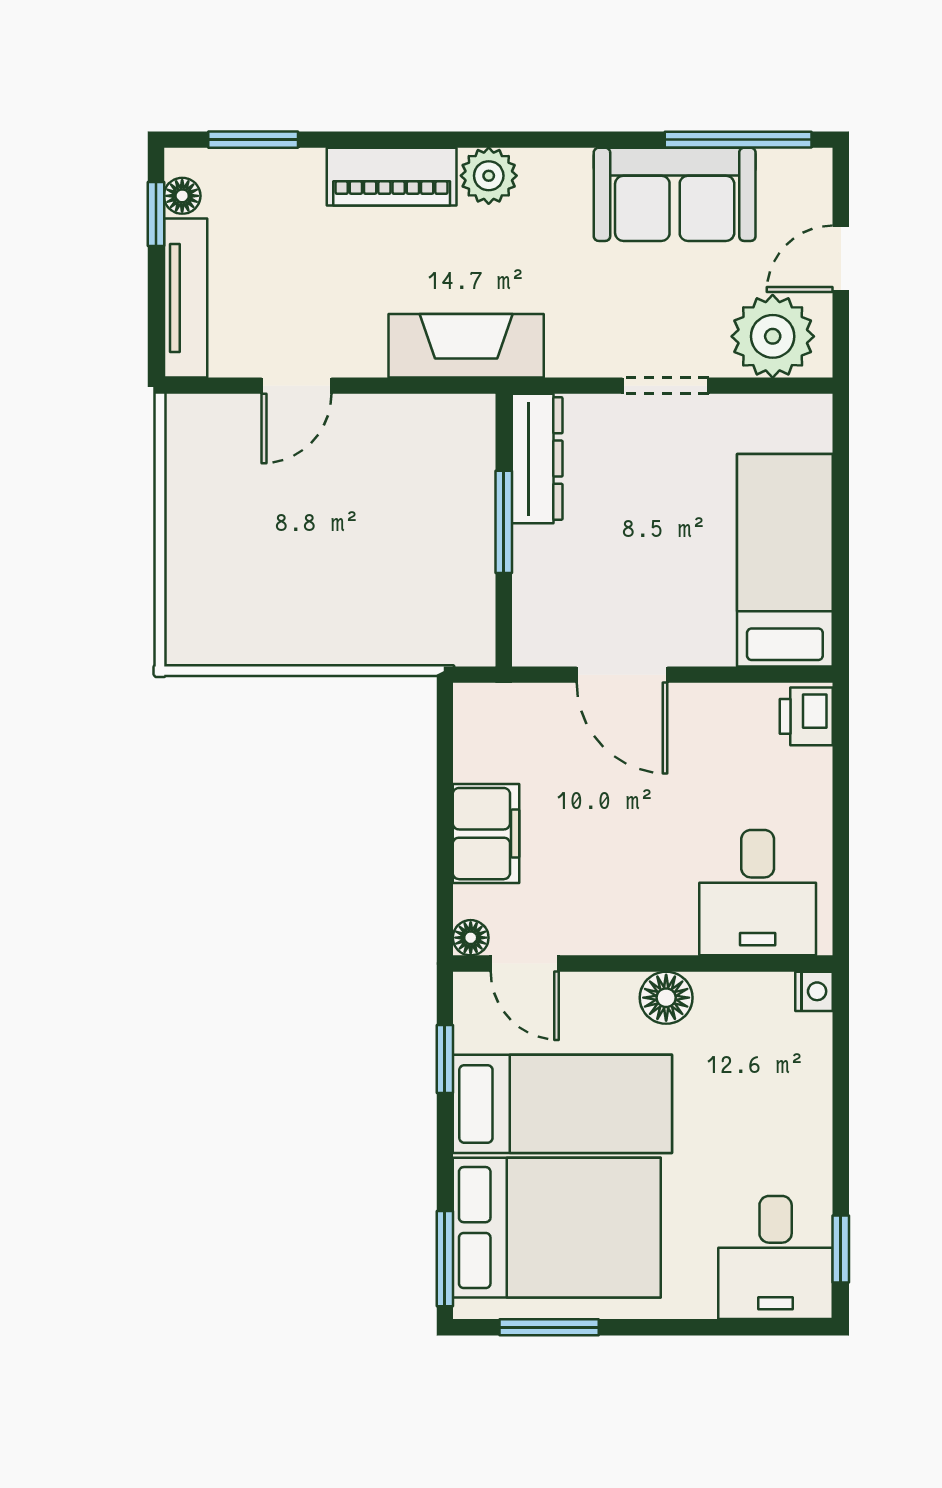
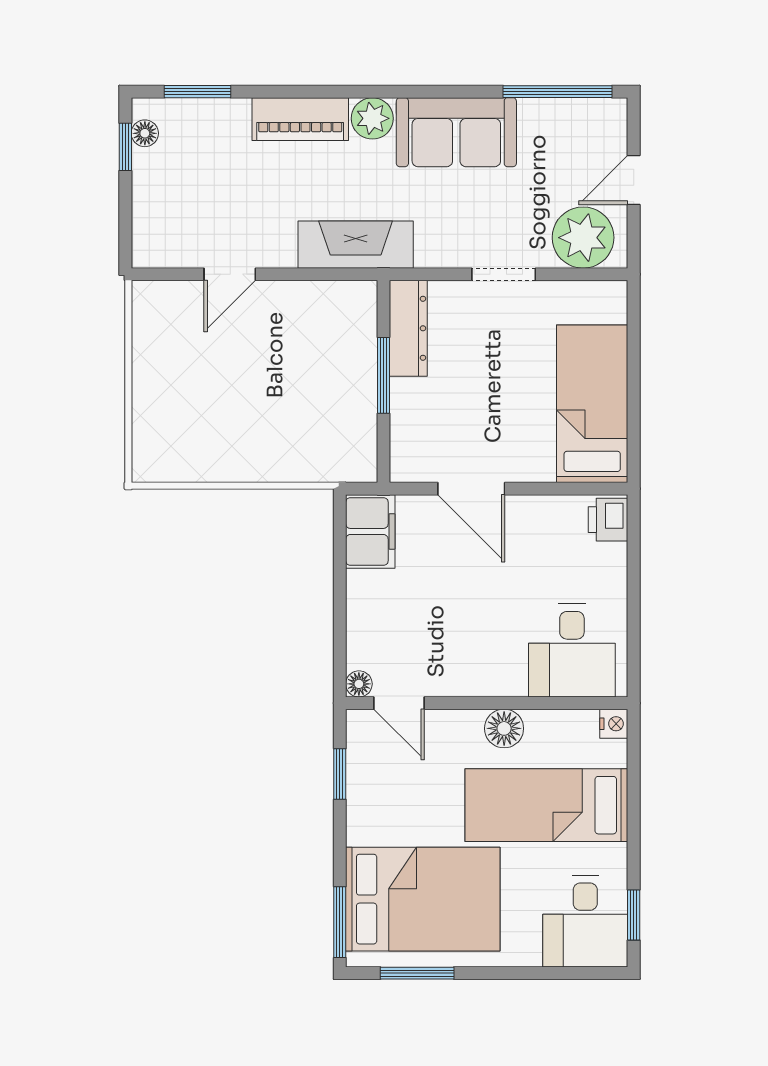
sofa: (675, 194) -> (456, 132), moved
tv unit: (186, 298) -> (147, 209), removed
filing cabinet: (486, 834) -> (370, 531), moved
bed: (562, 1104) -> (546, 805), moved, turned 180

